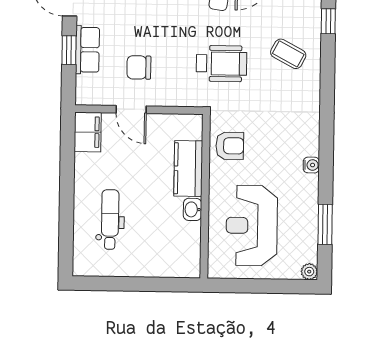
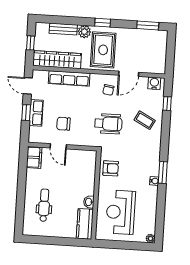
kitchen counter: (188, 168) -> (85, 224), moved
window: (325, 224) -> (163, 172), moved

